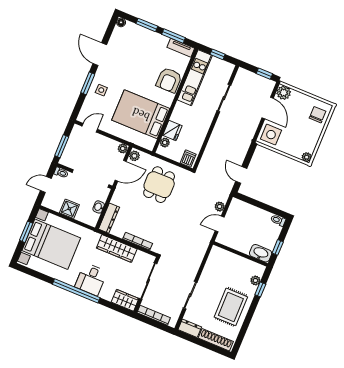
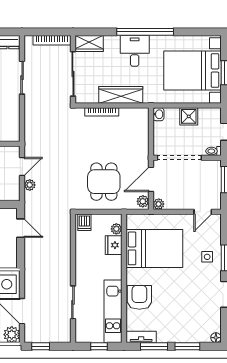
washbasin: (99, 207) -> (158, 114), moved
dresser: (109, 218) -> (142, 124), removed

